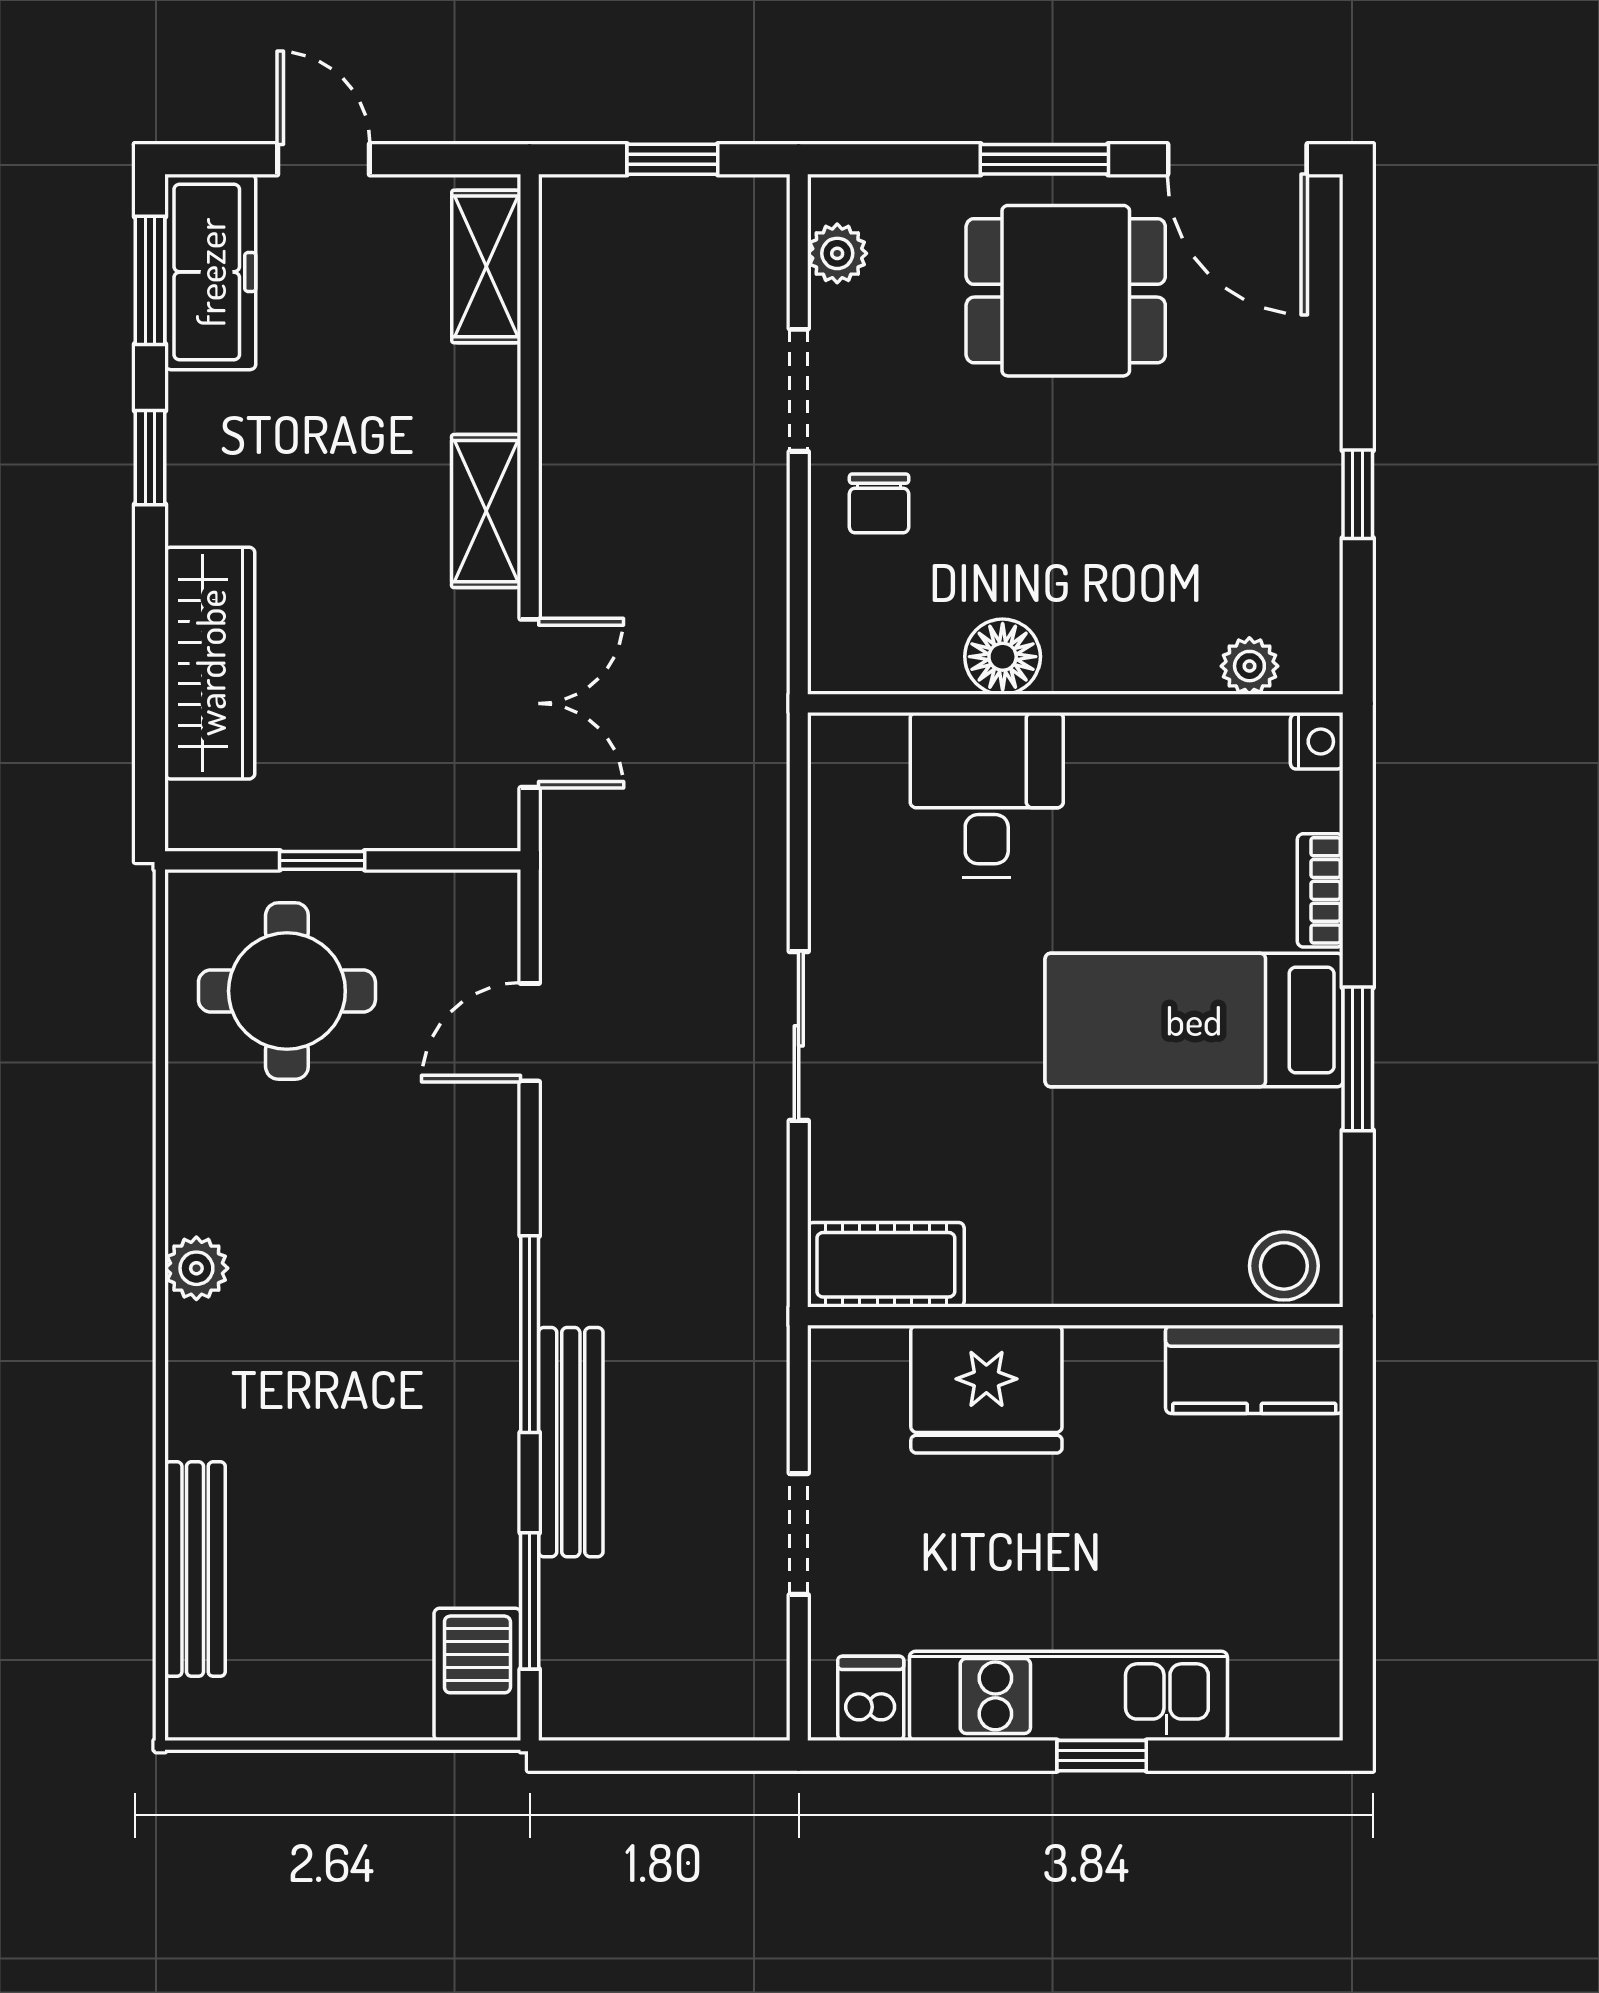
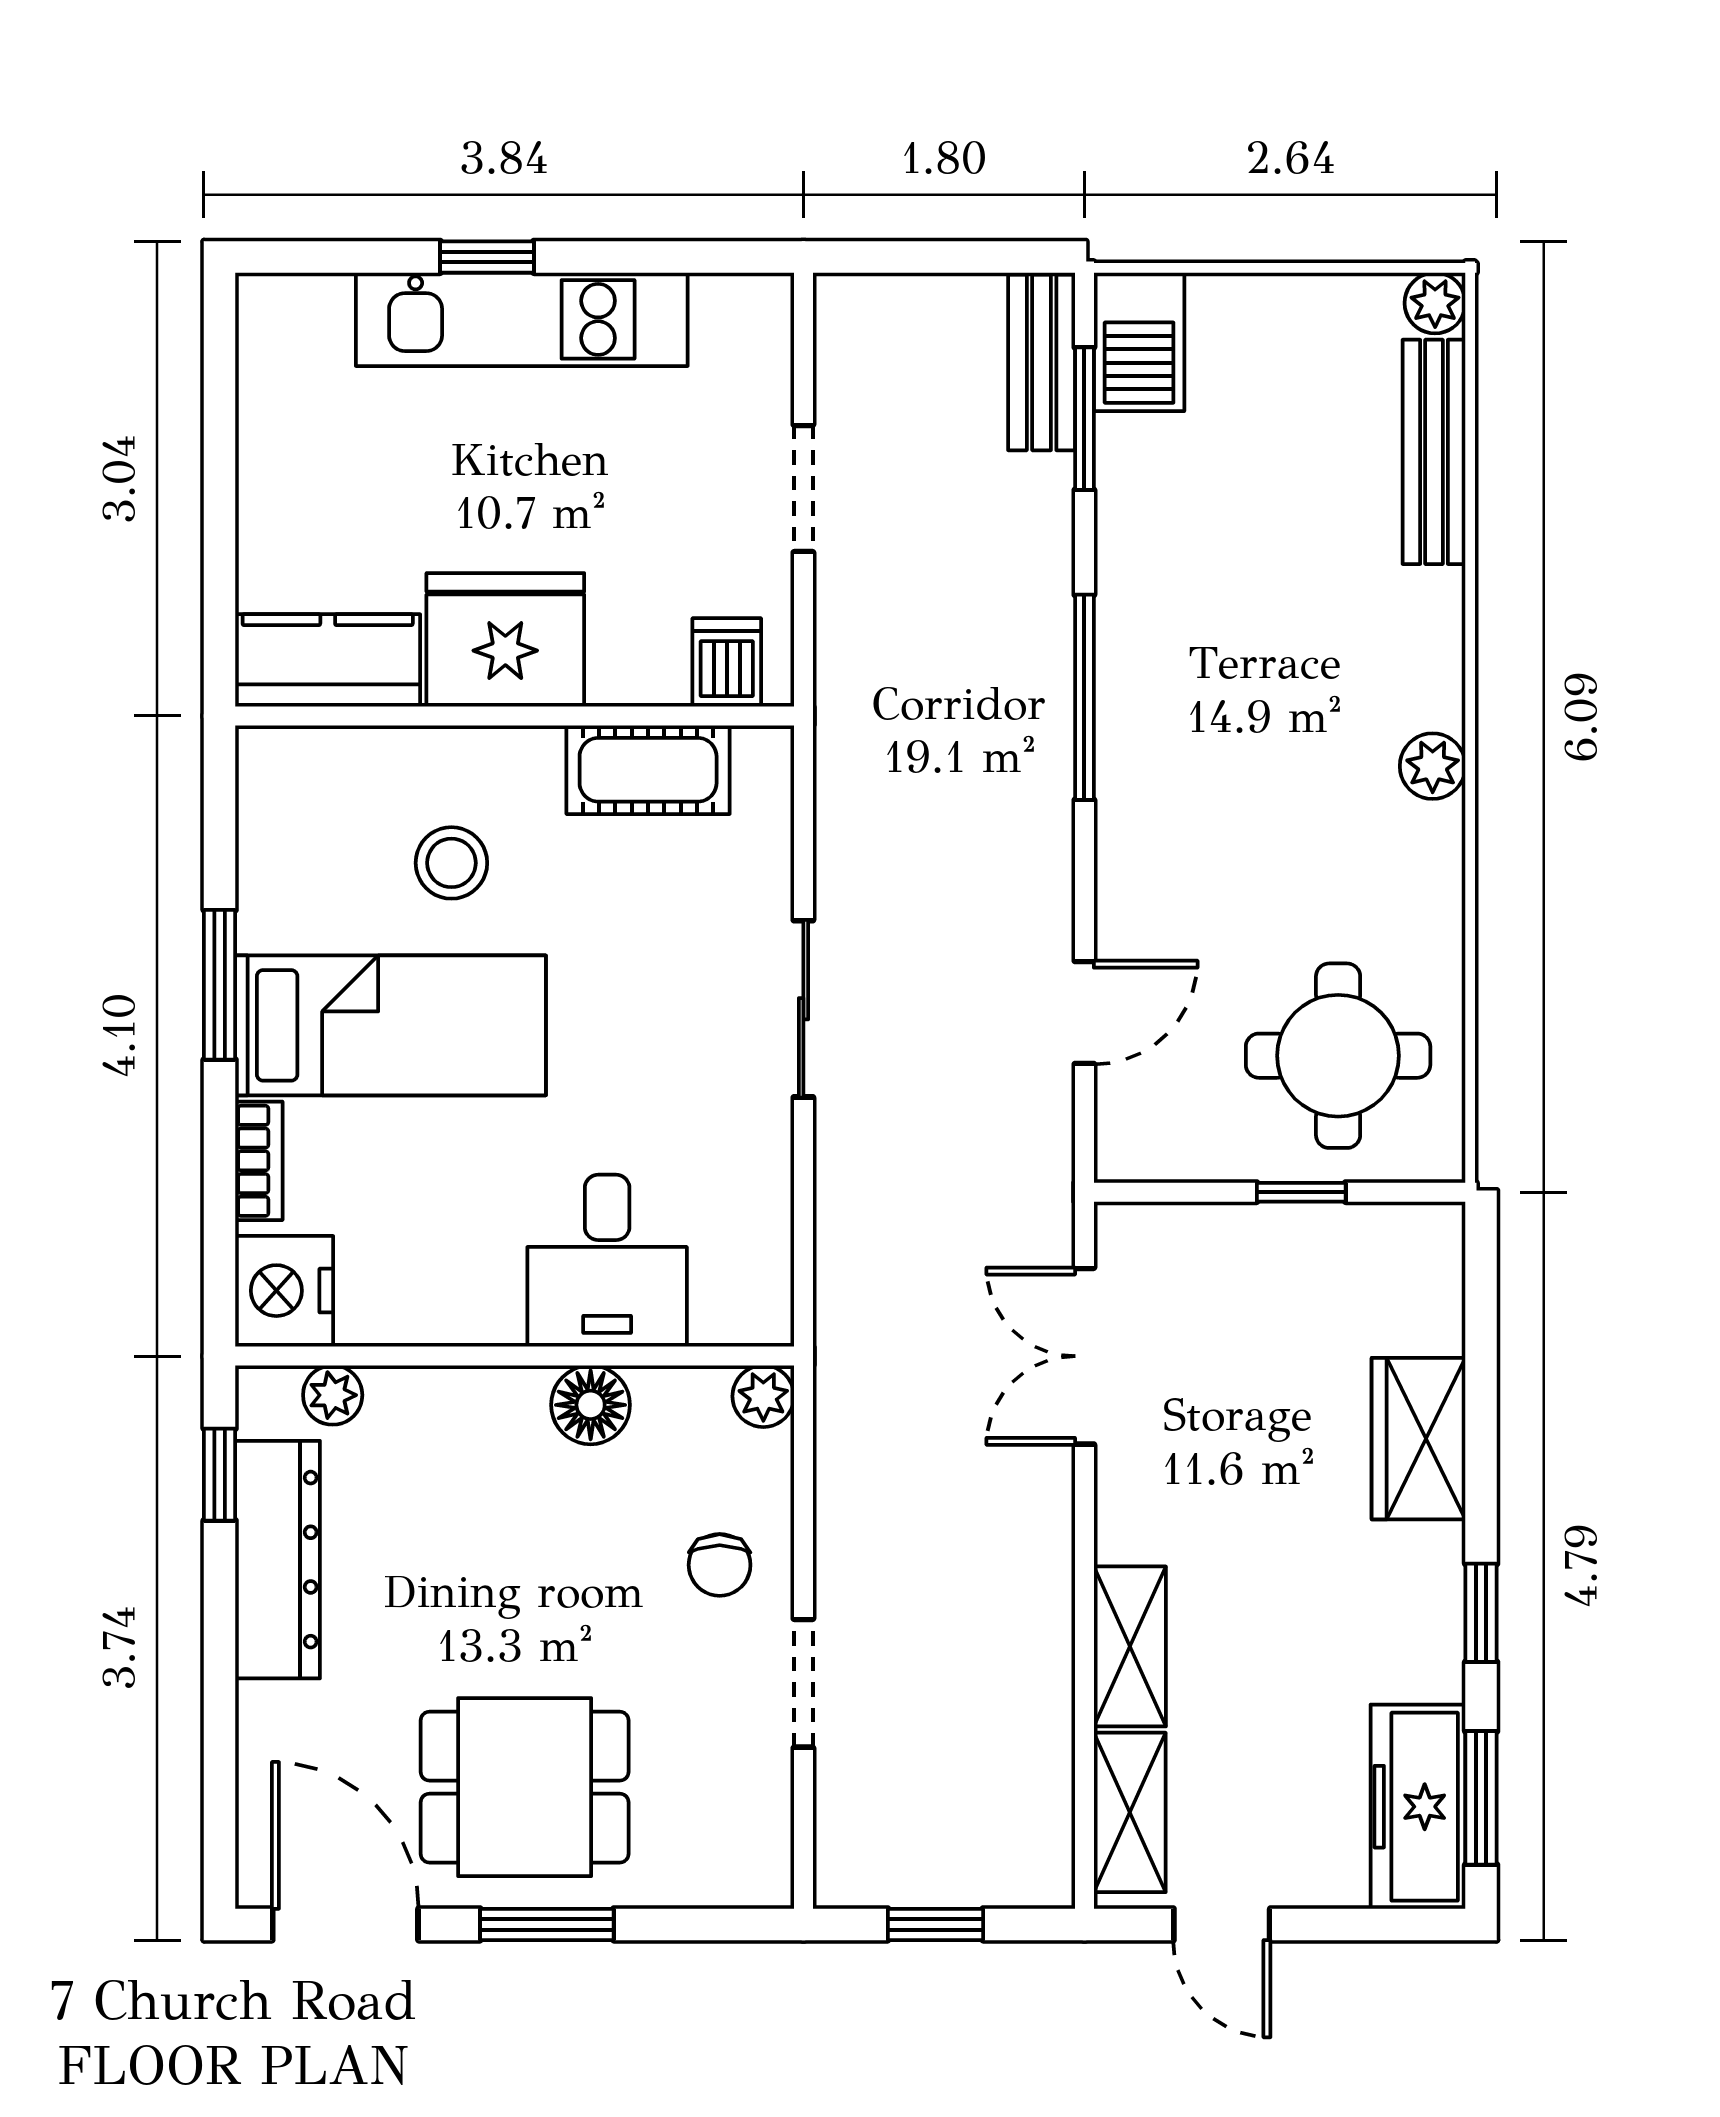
door: (324, 159) -> (1222, 1924), moved
plant: (837, 253) -> (763, 1396), moved
window: (1358, 494) -> (220, 1475), moved
chair: (879, 503) -> (720, 1565), turned 180
dresser: (1302, 509) -> (278, 1560), added
shelving: (486, 511) -> (1130, 1646), moved
wardrobe: (210, 663) -> (1419, 1439), width x0.67
nightstand: (1317, 742) -> (284, 1291), width x1.89, depth x1.79
cot: (886, 1265) -> (648, 770), moved
stool: (1284, 1266) -> (451, 863), moved
fridge: (986, 1389) -> (505, 640), moved
bench: (571, 1442) -> (1042, 362), moved, width x0.73
dishwasher: (871, 1698) -> (727, 662), moved, turned 180
plant: (194, 1712) -> (1435, 303), added

